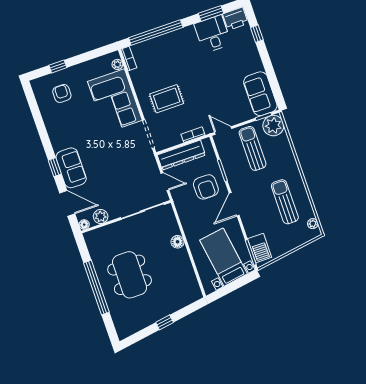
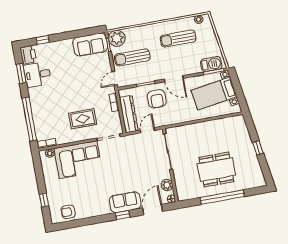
armchair: (62, 93) -> (68, 212), moved
rug: (167, 99) -> (83, 119), turned 90
armchair: (206, 187) -> (157, 99), turned 90
floor lamp: (178, 242) -> (196, 128), removed

